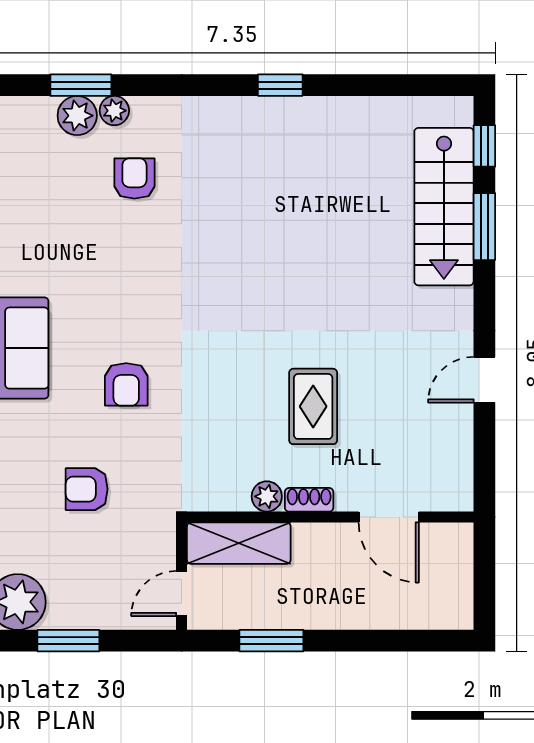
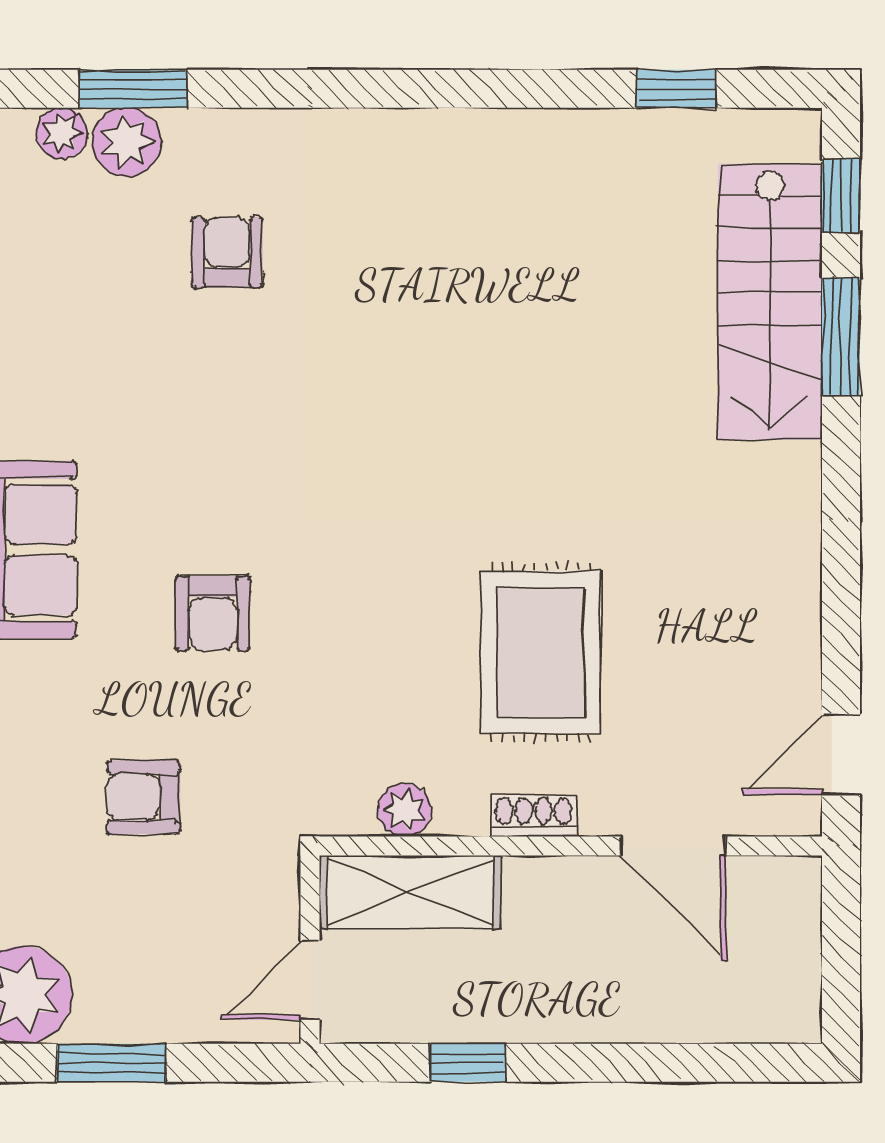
window: (280, 85) -> (676, 89), moved
plant: (114, 111) -> (62, 133), moved
door: (484, 380) -> (841, 755), moved
rug: (313, 406) -> (541, 652), width x1.36, depth x1.43
plant: (267, 496) -> (405, 810), moved
window: (271, 641) -> (468, 1063), width x0.67

